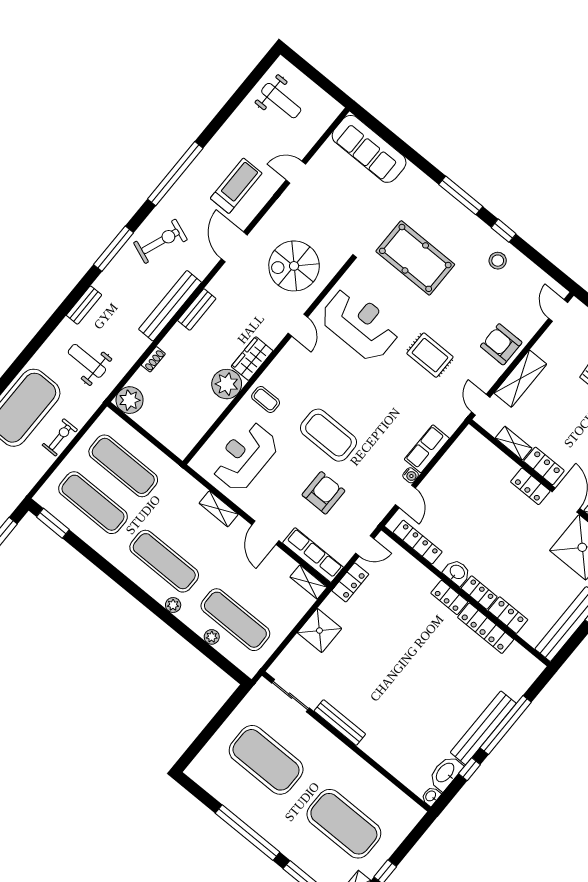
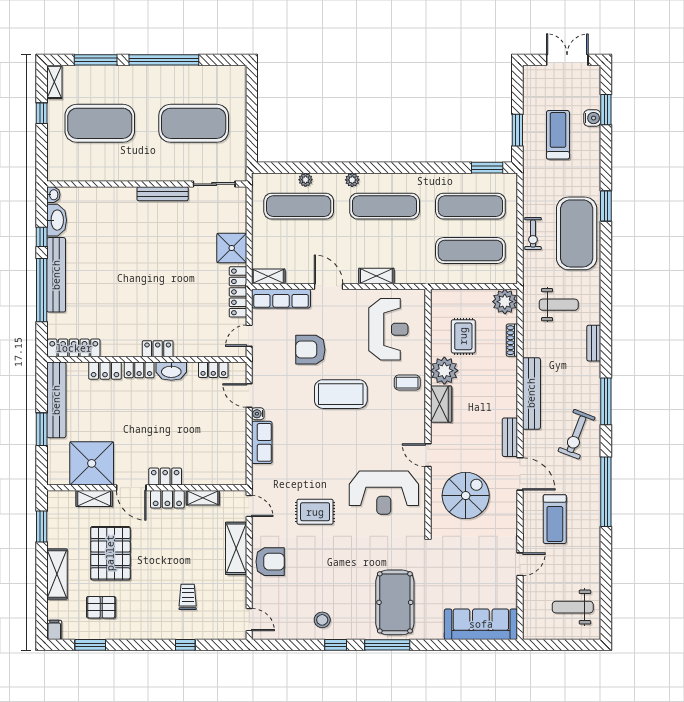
pool table: (415, 258) -> (395, 602), moved, turned 90
bench: (197, 310) -> (510, 437), moved
shoe rack: (153, 359) -> (512, 340), width x1.43
rug: (188, 400) -> (463, 336), added
armchair: (323, 493) -> (310, 350), turned 90
locker: (418, 542) -> (213, 370), width x0.66
washbasin: (457, 572) -> (171, 371), width x1.38
locker: (350, 582) -> (238, 292), width x1.53
locker: (486, 628) -> (74, 348), moved

